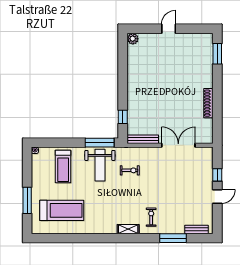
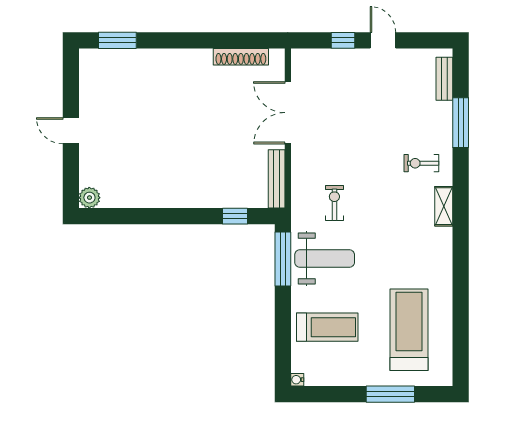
shoe rack: (208, 103) -> (241, 57), moved

